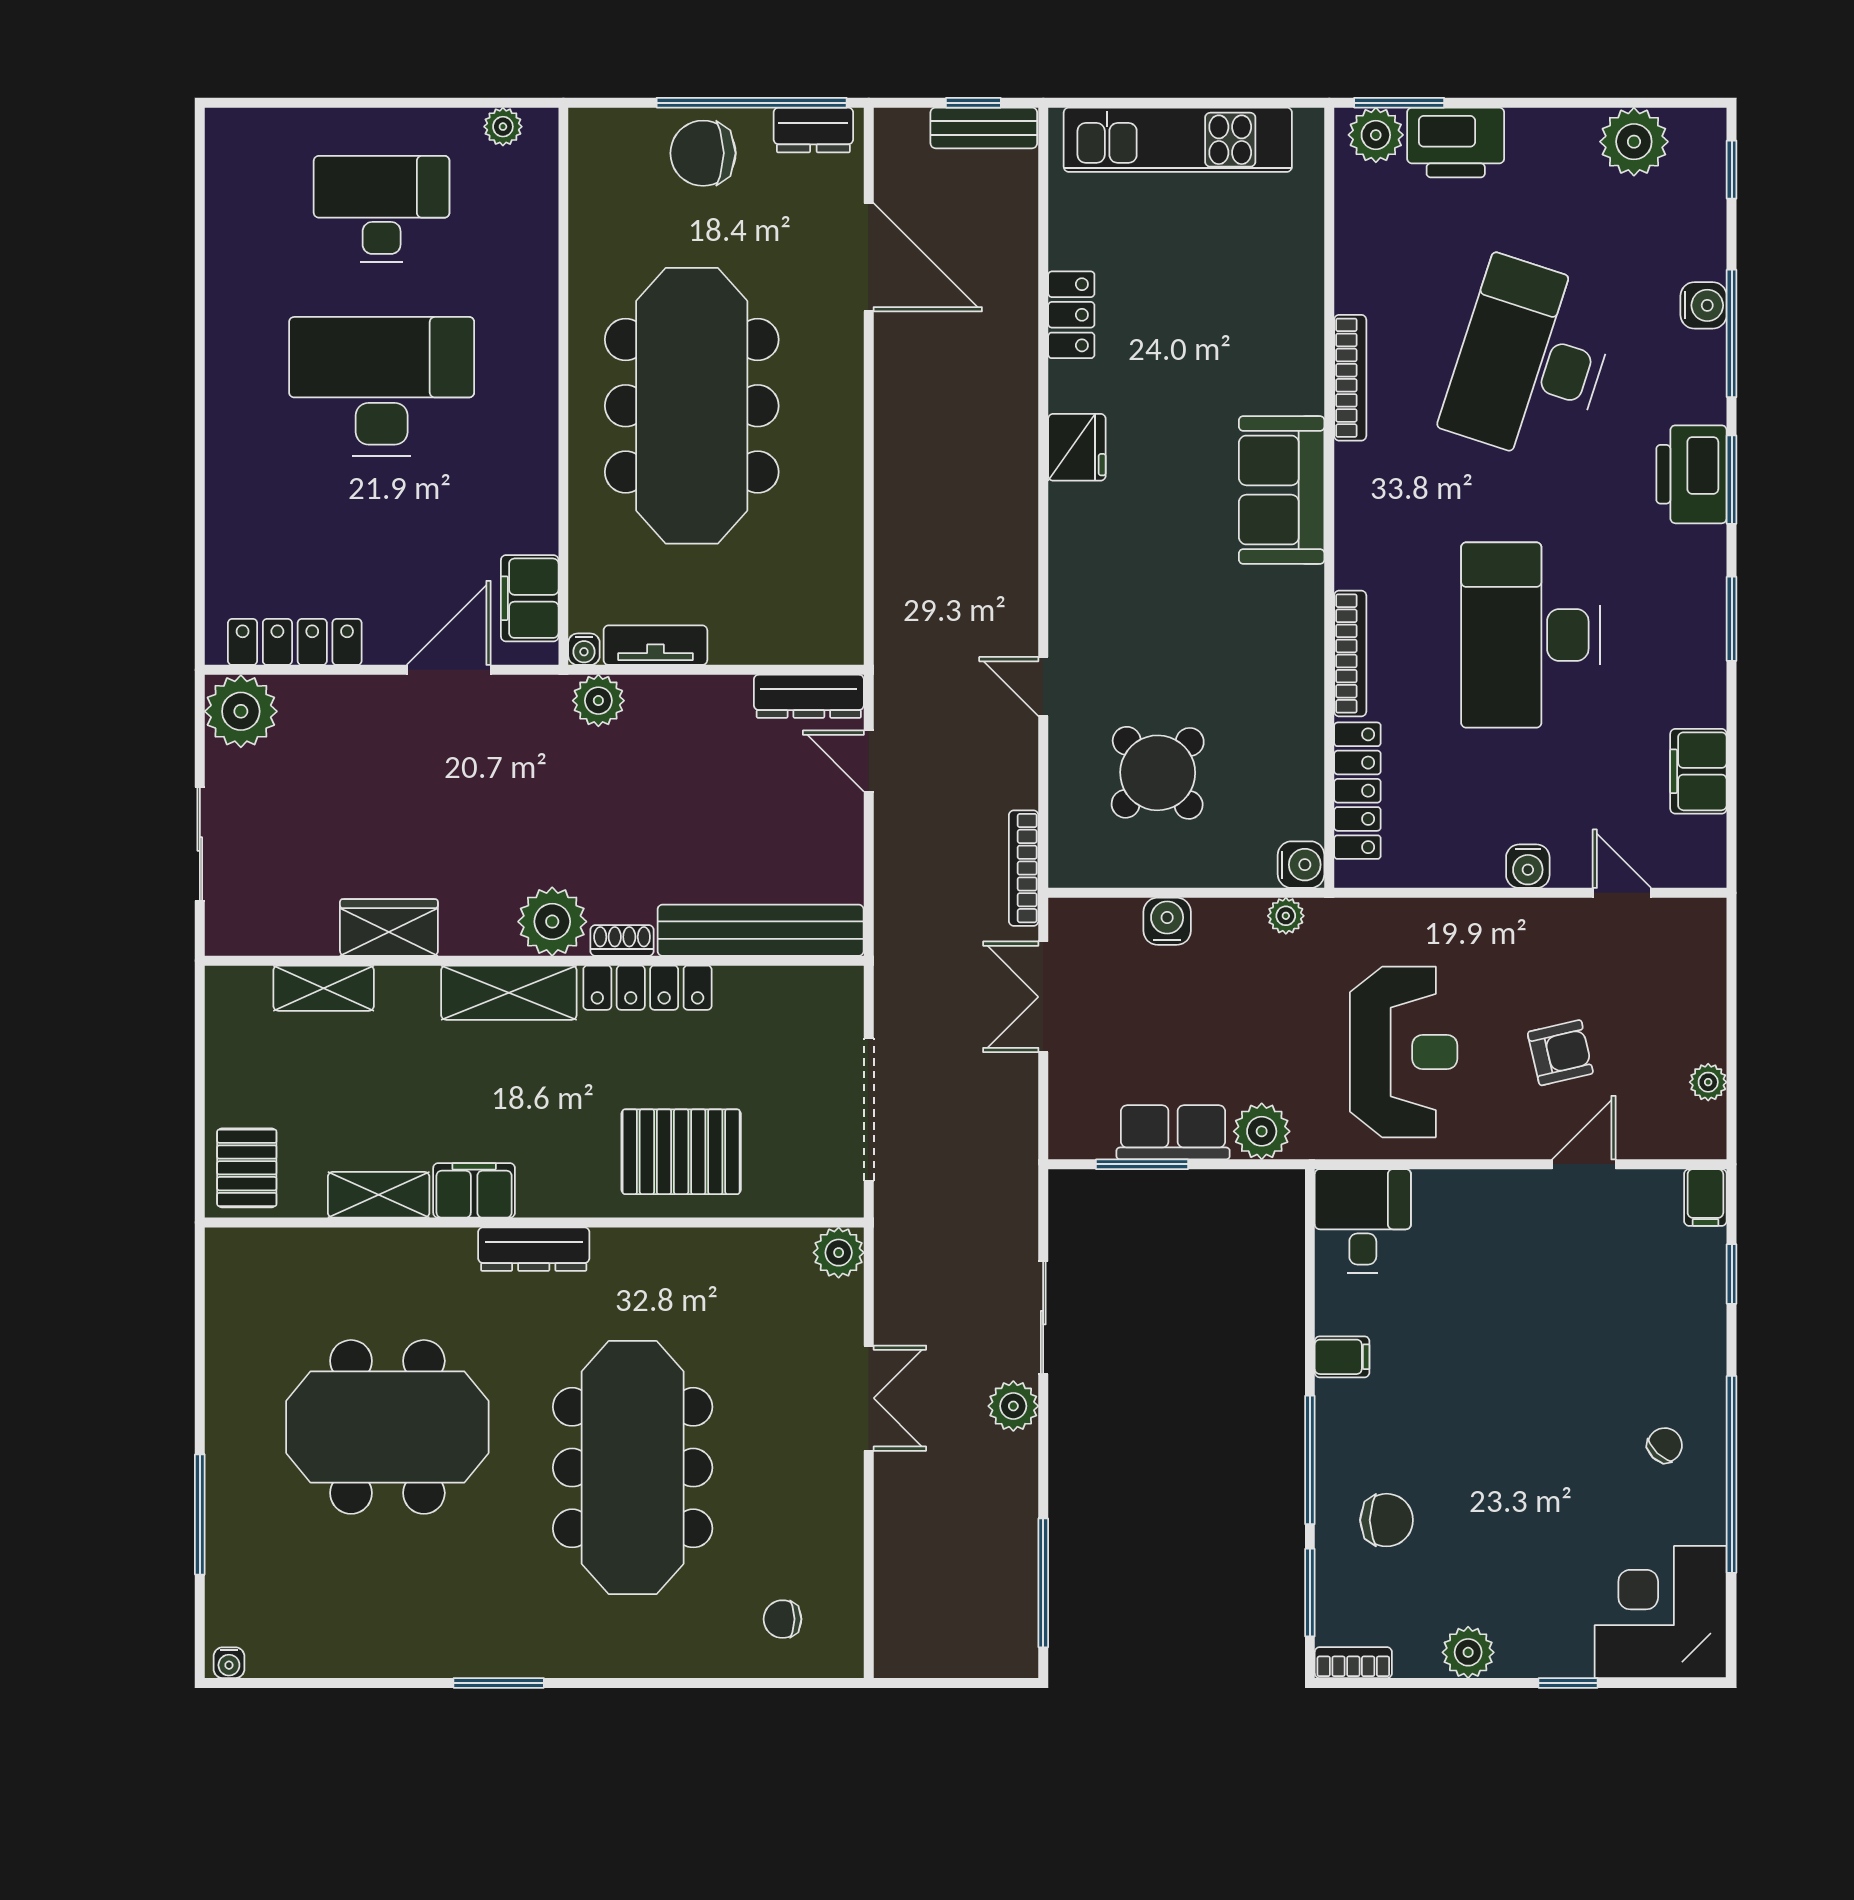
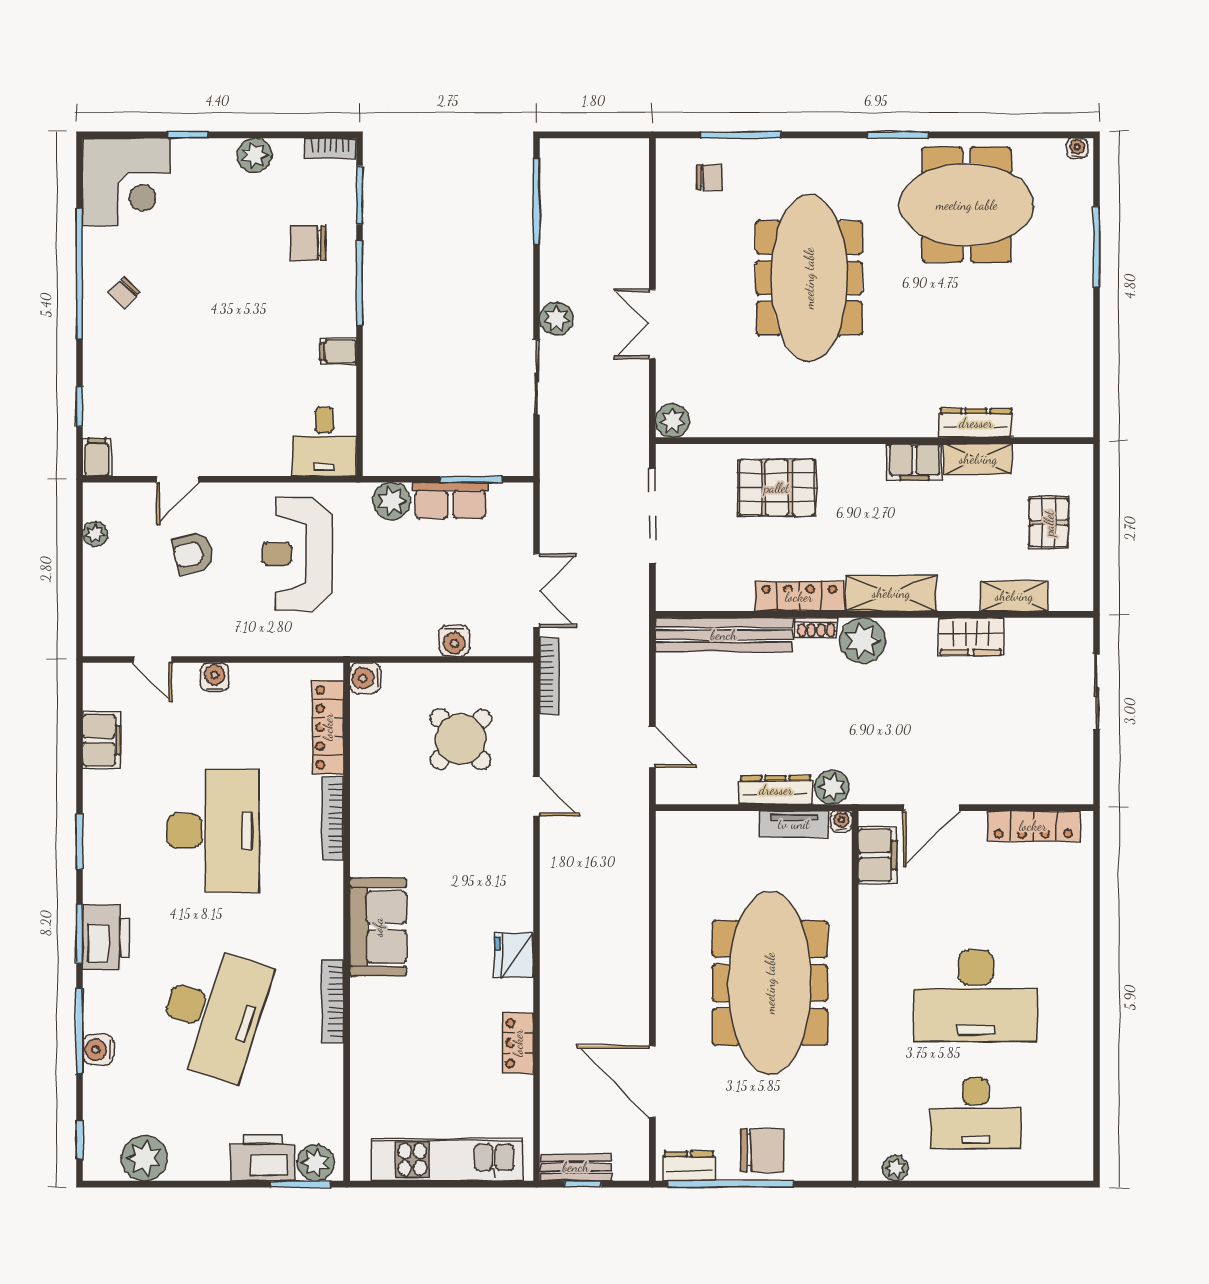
dresser: (809, 696) -> (776, 790), moved
plant: (241, 711) -> (1069, 780), removed
plant: (1286, 916) -> (375, 644), removed
pallet: (247, 1168) -> (1049, 523), moved
dresser: (534, 1249) -> (976, 423), moved
meeting table: (387, 1427) -> (967, 205), moved
window: (736, 1683) -> (741, 135), added

